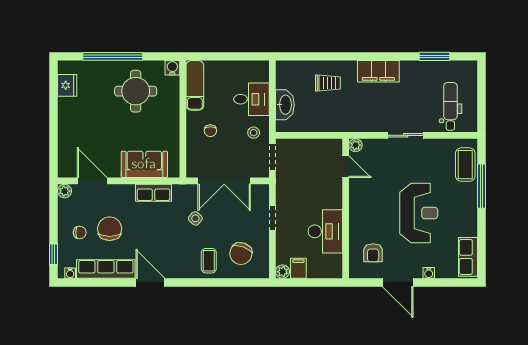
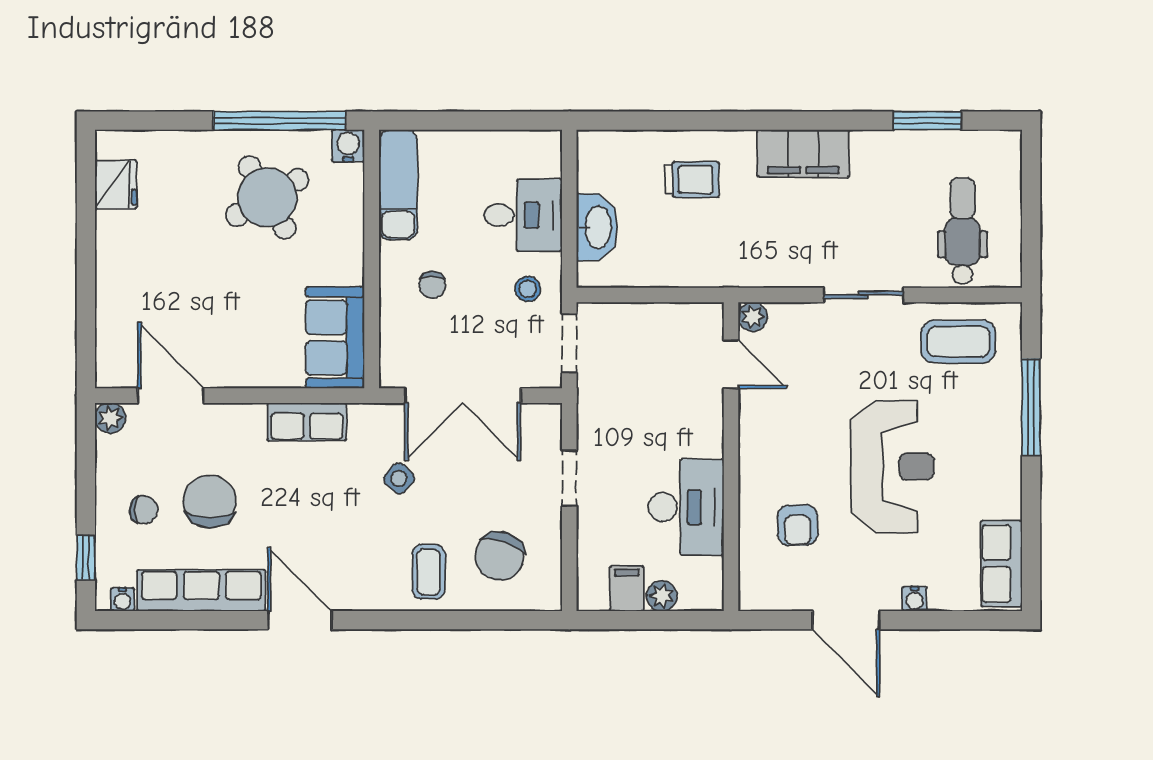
window: (113, 56) -> (279, 121), moved
round table: (136, 91) -> (267, 197), turned -30
sofa: (144, 164) -> (335, 338), moved, turned -90
coffee table: (465, 165) -> (958, 342), moved, turned 90
armchair: (373, 253) -> (798, 525), moved
plant: (283, 272) -> (662, 596), moved

